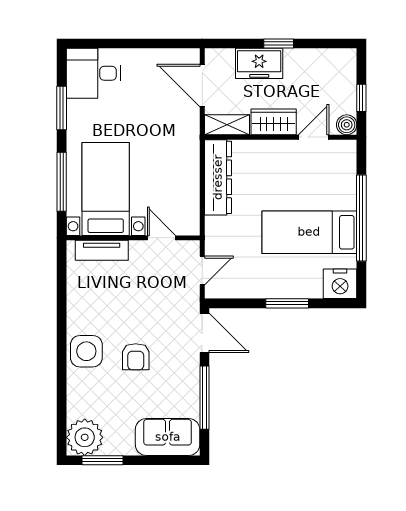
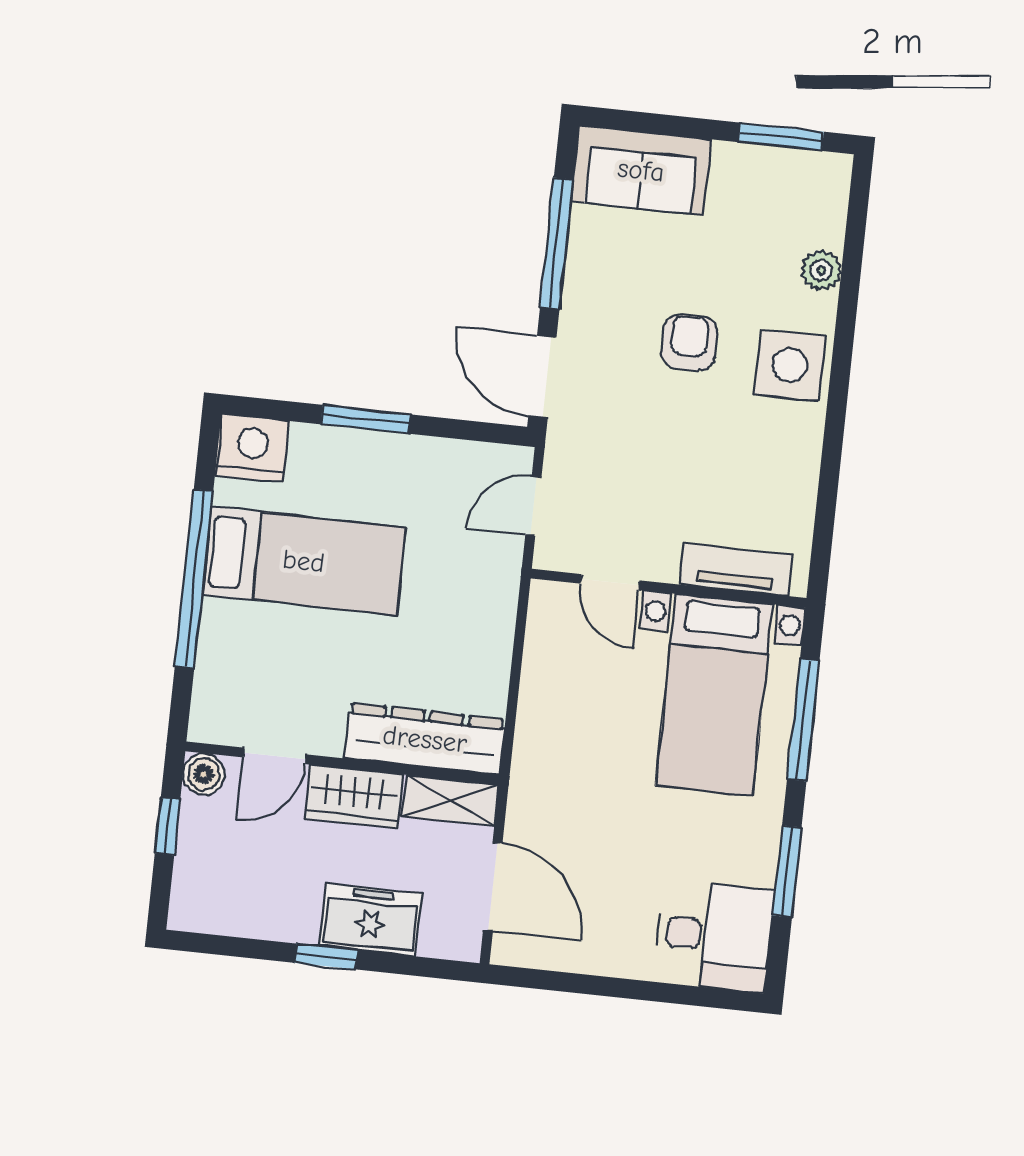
dresser: (218, 177) -> (425, 739), moved, turned 90
plant: (85, 437) -> (821, 270), moved, width x0.53, depth x0.53

